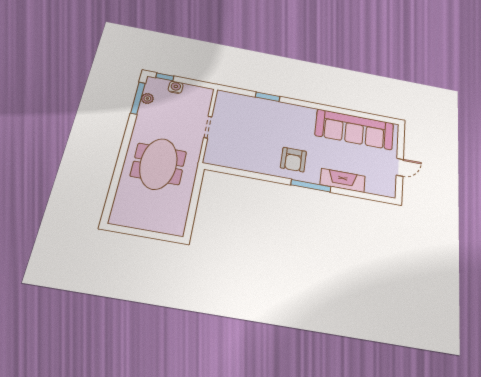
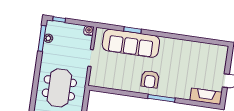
water cooler: (176, 87) -> (89, 31), moved
sofa: (354, 129) -> (131, 43), moved
fireplace: (343, 180) -> (206, 96), moved

